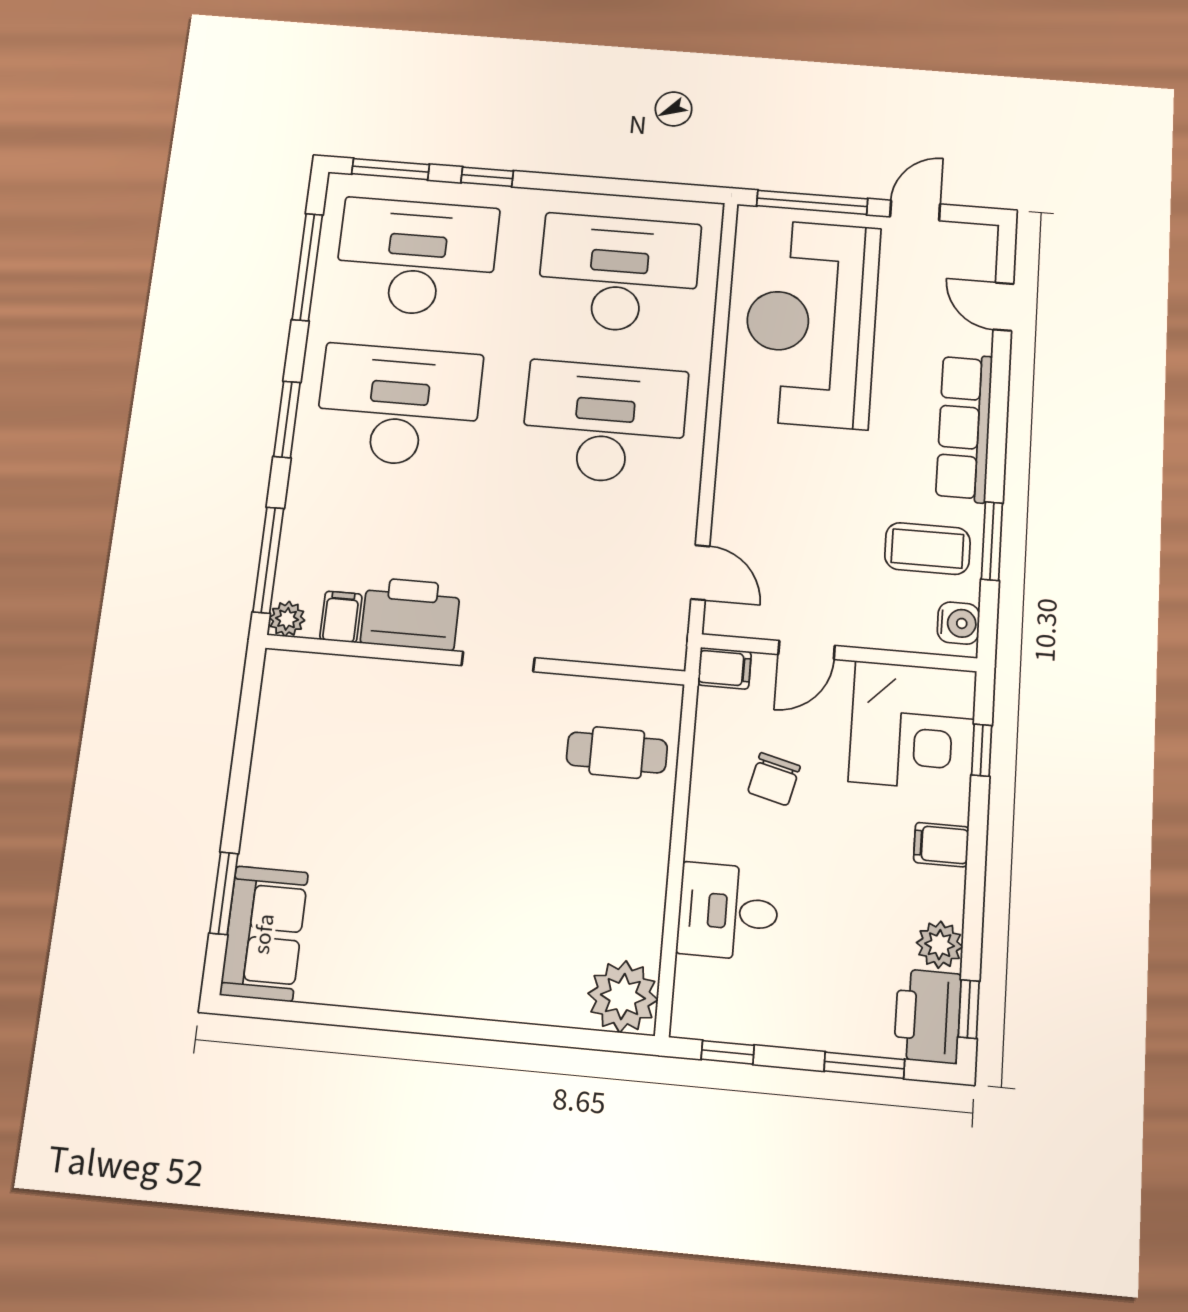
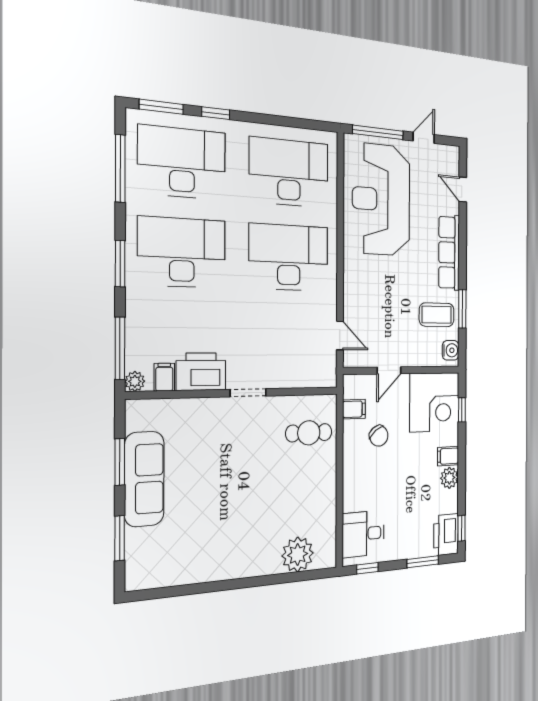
filing cabinet: (724, 668) -> (354, 409), moved
window: (242, 756) -> (120, 462), added
chair: (774, 779) -> (379, 436), turned -51
desk: (728, 911) -> (363, 534), moved
sofa: (264, 934) -> (144, 479), moved, width x1.36
plant: (940, 945) -> (449, 478), moved
plant: (623, 997) -> (298, 554), moved

